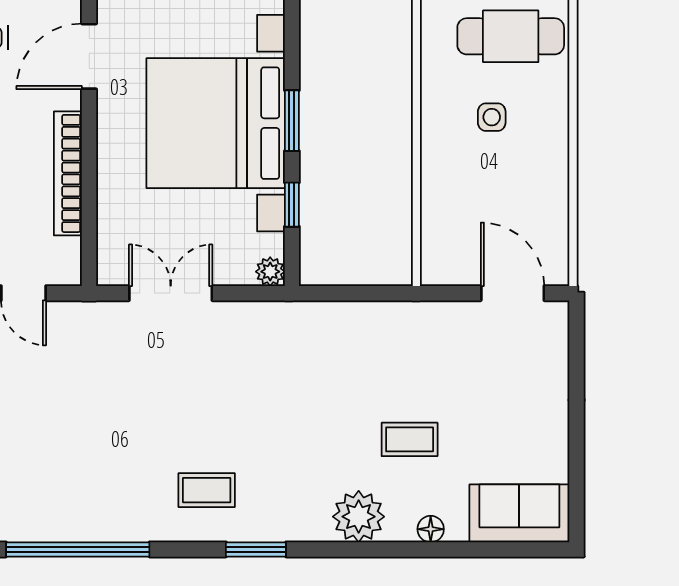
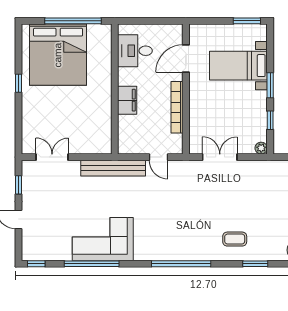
bed with nightstands: (216, 123) -> (238, 66), width x0.54

